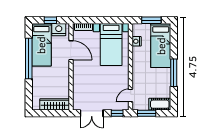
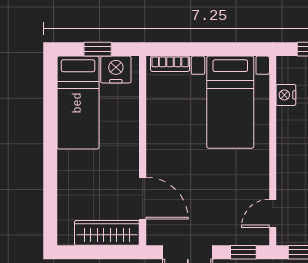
door: (71, 50) -> (143, 198), moved
window: (29, 59) -> (50, 133), removed

